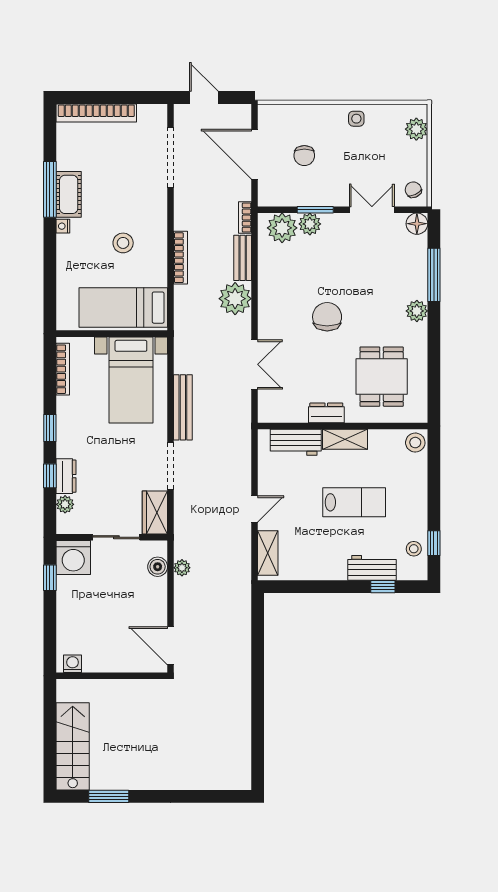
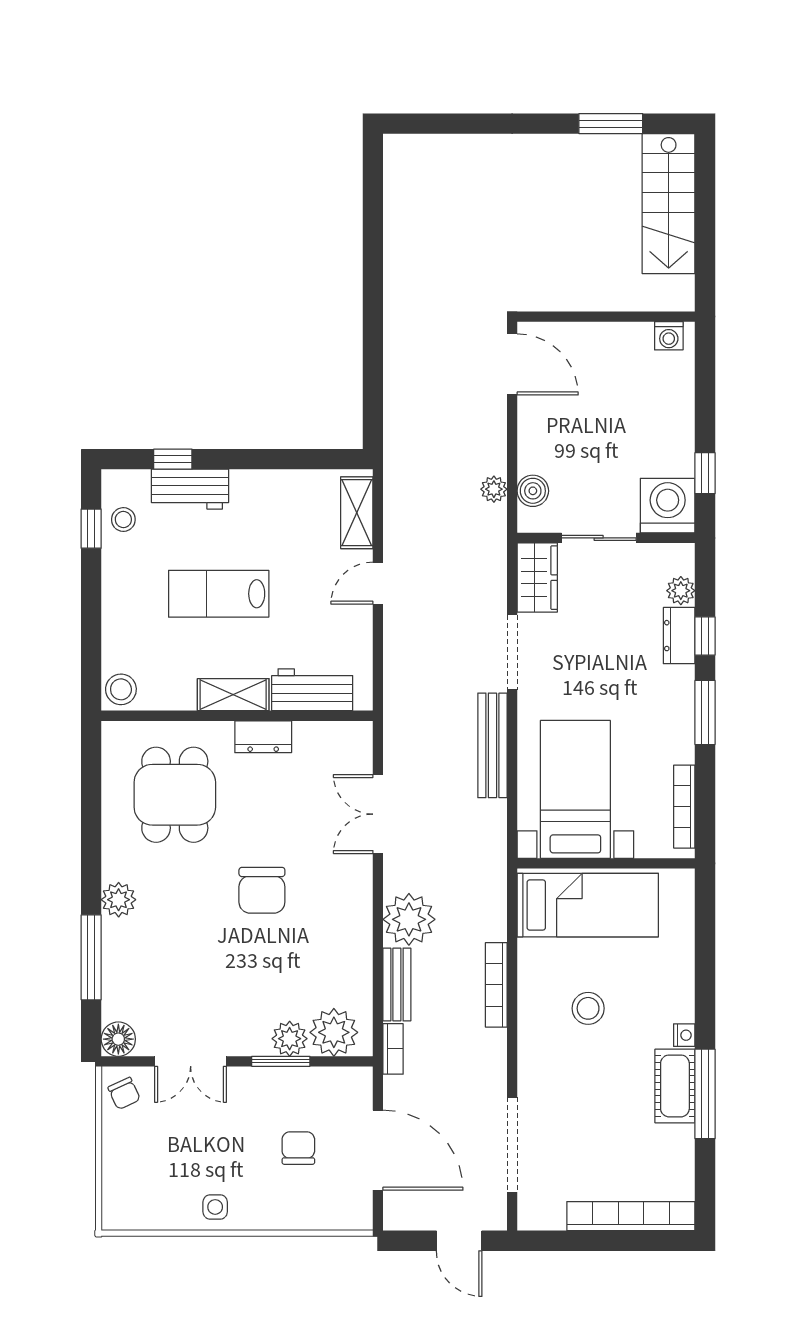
plant: (416, 129) -> (119, 1190), removed
window: (50, 428) -> (705, 712), width x1.50

